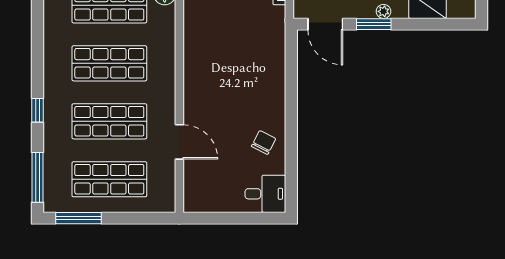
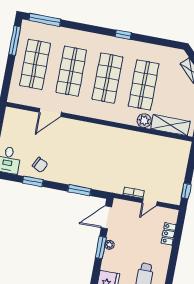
plant: (384, 11) -> (109, 245), moved
window: (291, 74) -> (79, 190), added
window: (38, 110) -> (123, 35), moved
window: (291, 149) -> (33, 181), added

